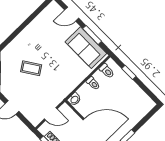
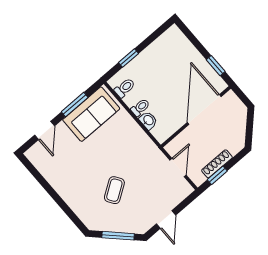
washbasin: (74, 99) -> (148, 120), moved

